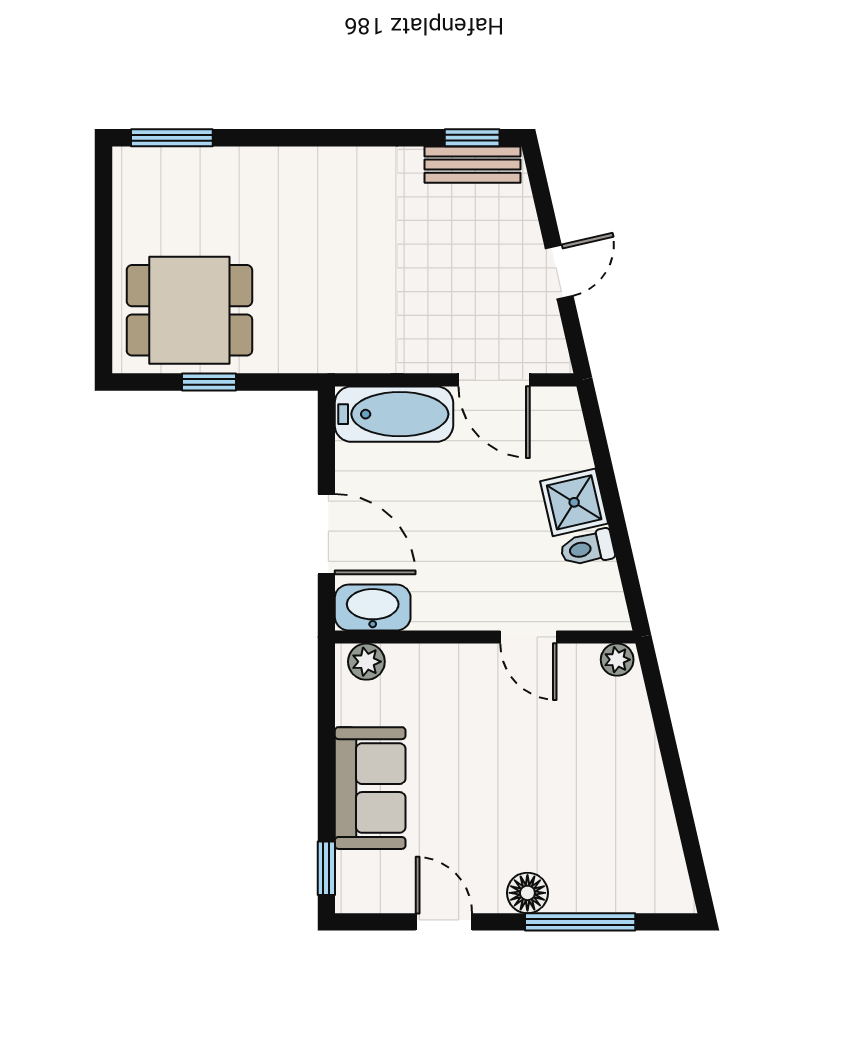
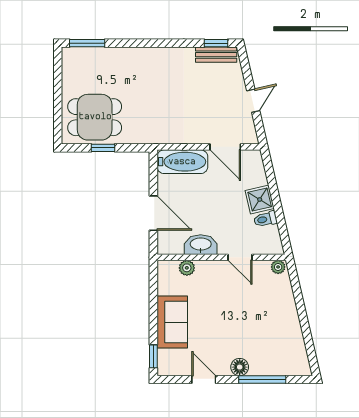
washbasin: (373, 607) -> (201, 245), moved
plant: (366, 662) -> (187, 268), moved

